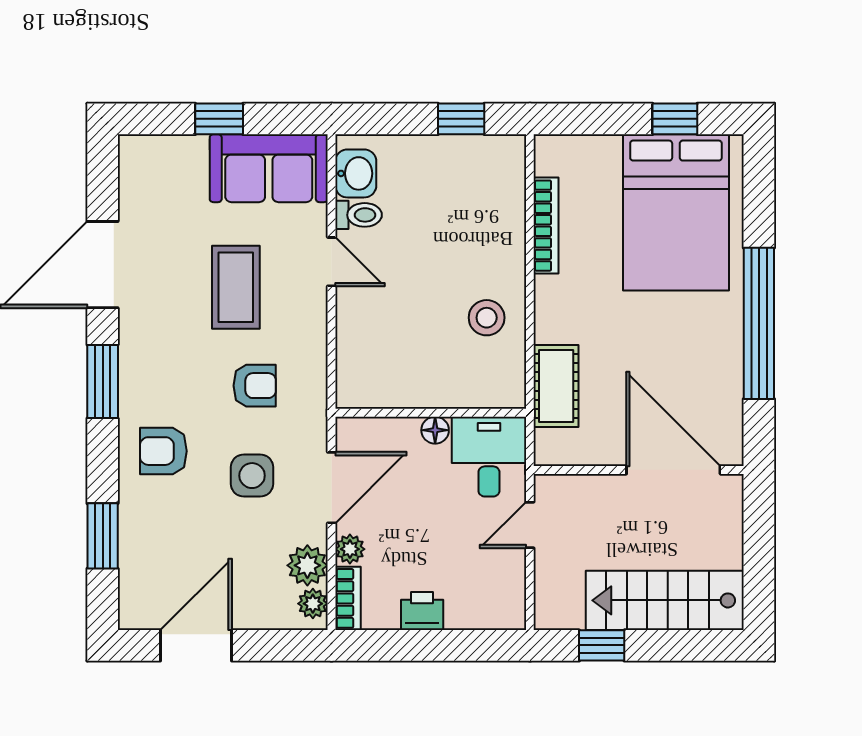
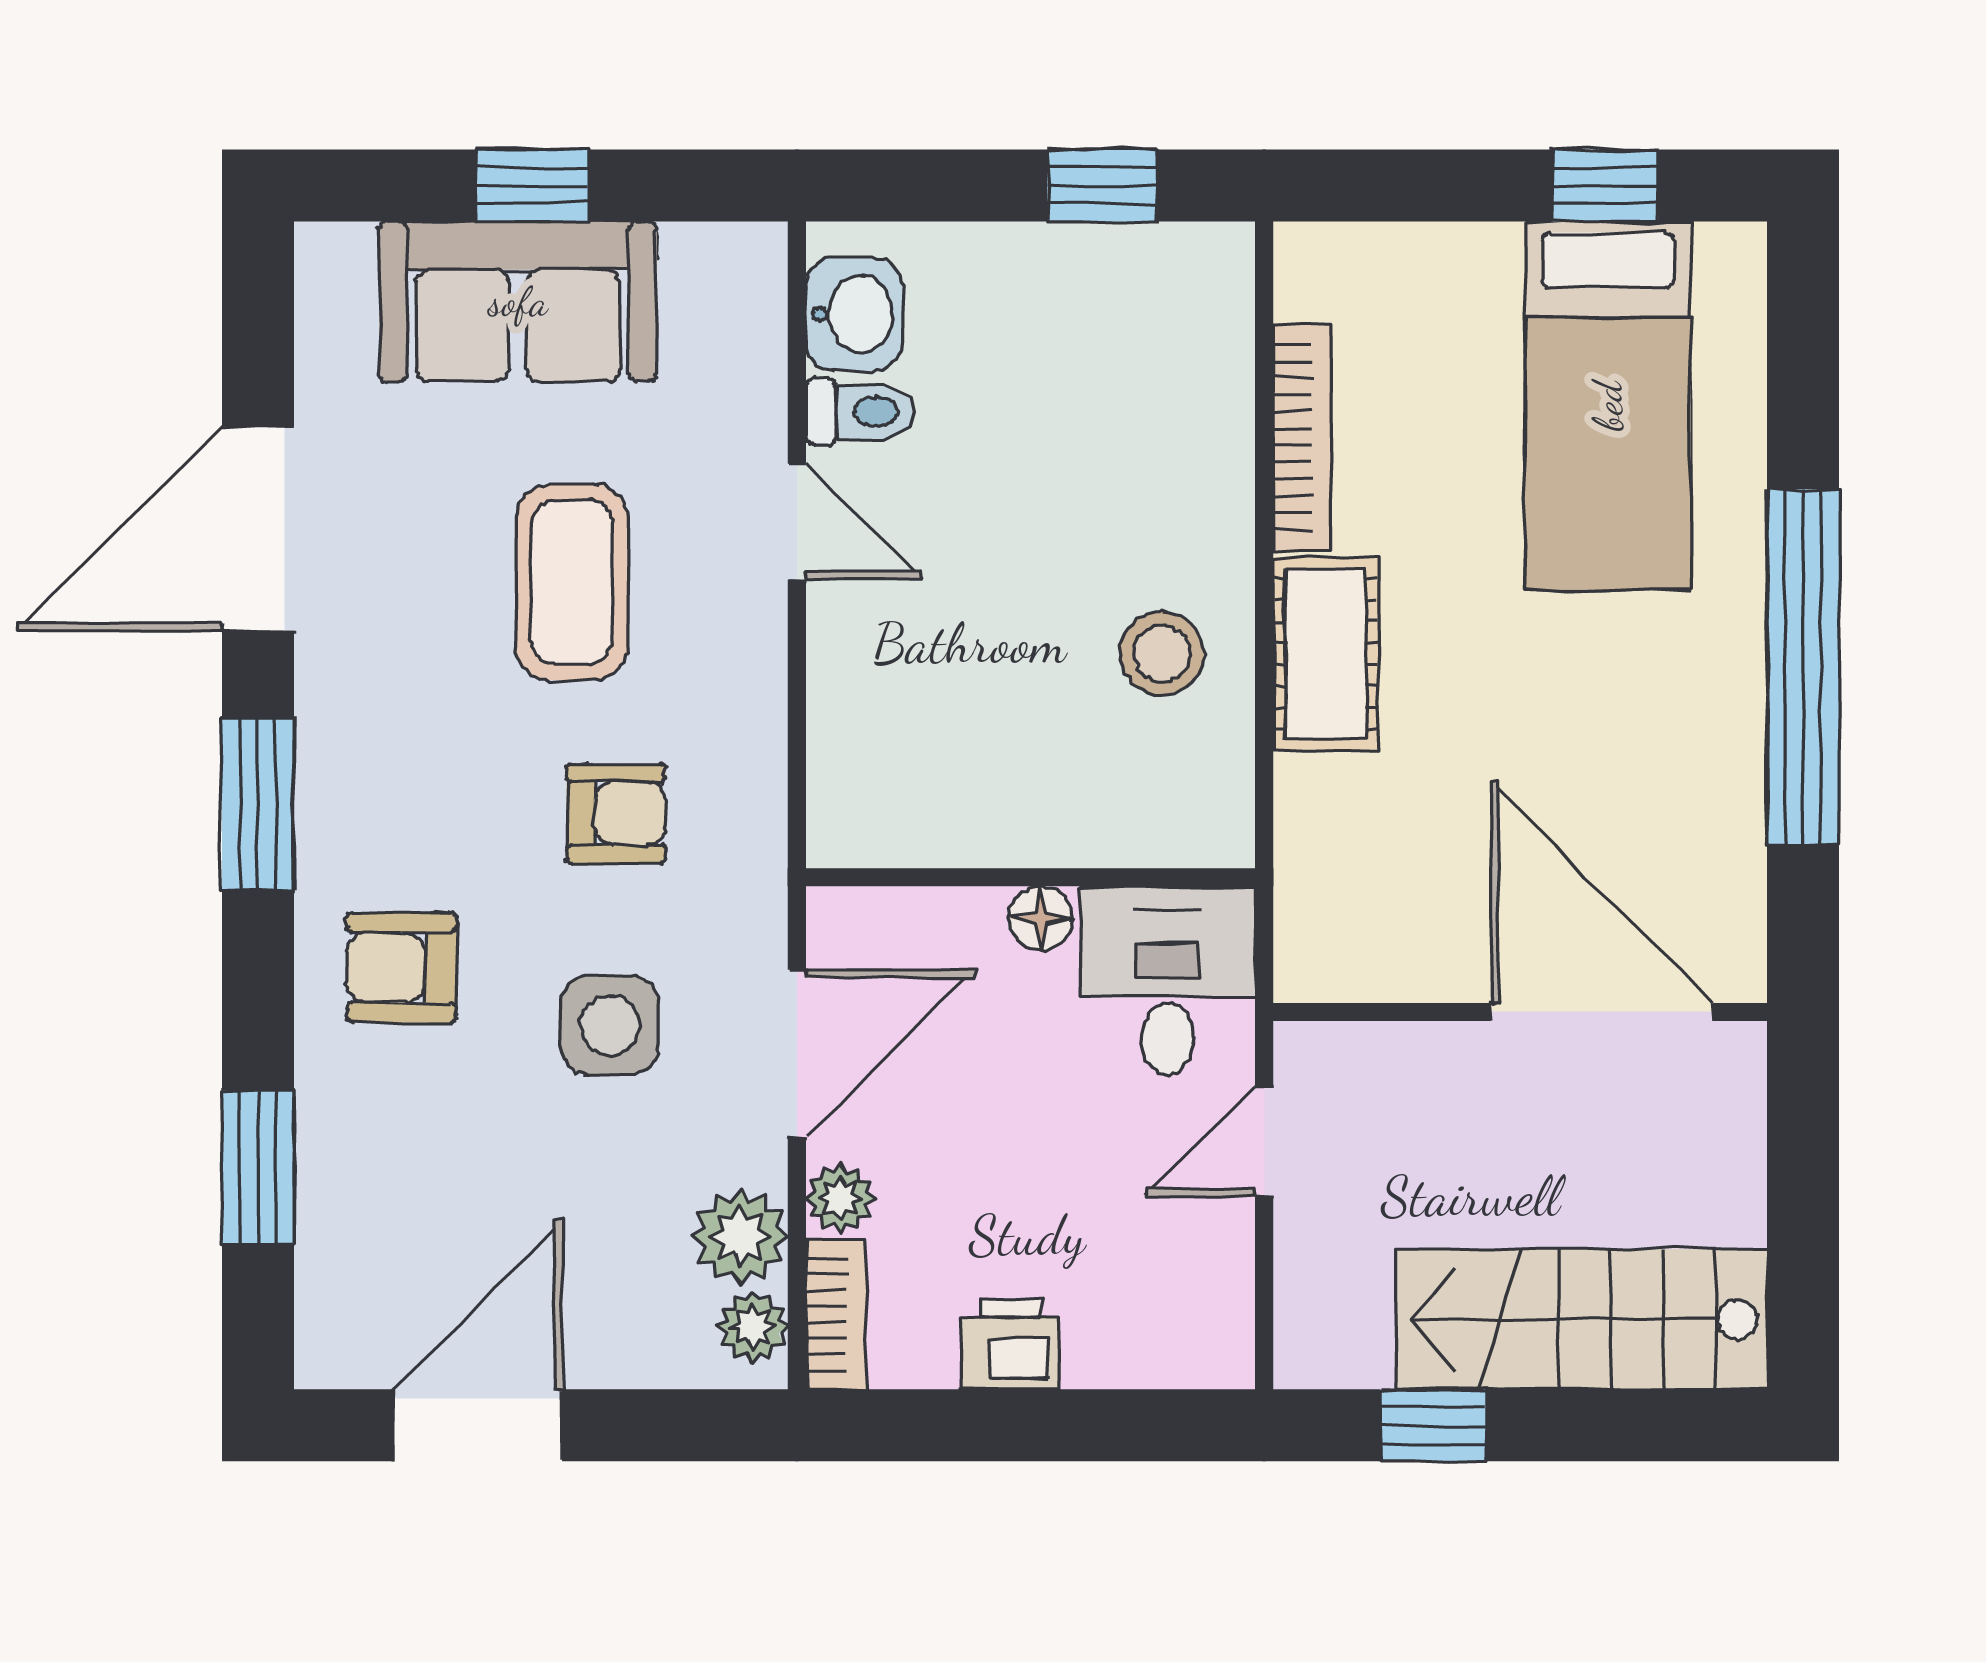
sofa: (269, 168) -> (518, 302), moved
bed: (676, 212) -> (1608, 406), width x0.67
cot: (556, 386) -> (1326, 654), moved

